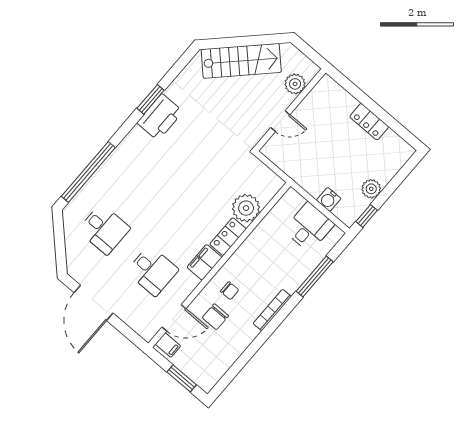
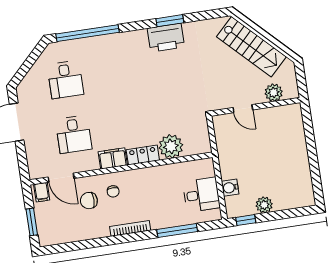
locker: (369, 122) -> (301, 159), removed

